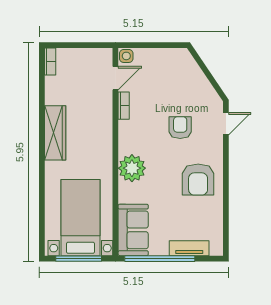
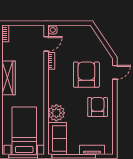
armchair: (180, 128) -> (86, 75), width x1.88, depth x1.88
plant: (132, 168) -> (56, 113), moved
armchair: (198, 180) -> (98, 107), turned 180

